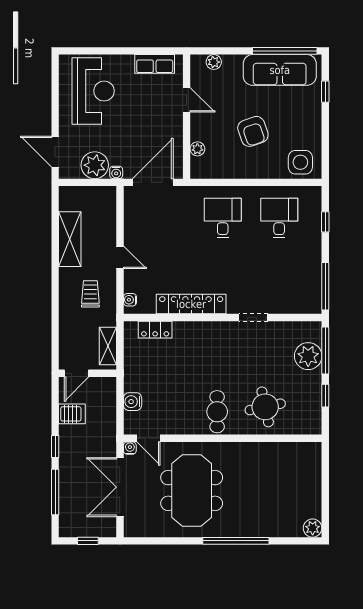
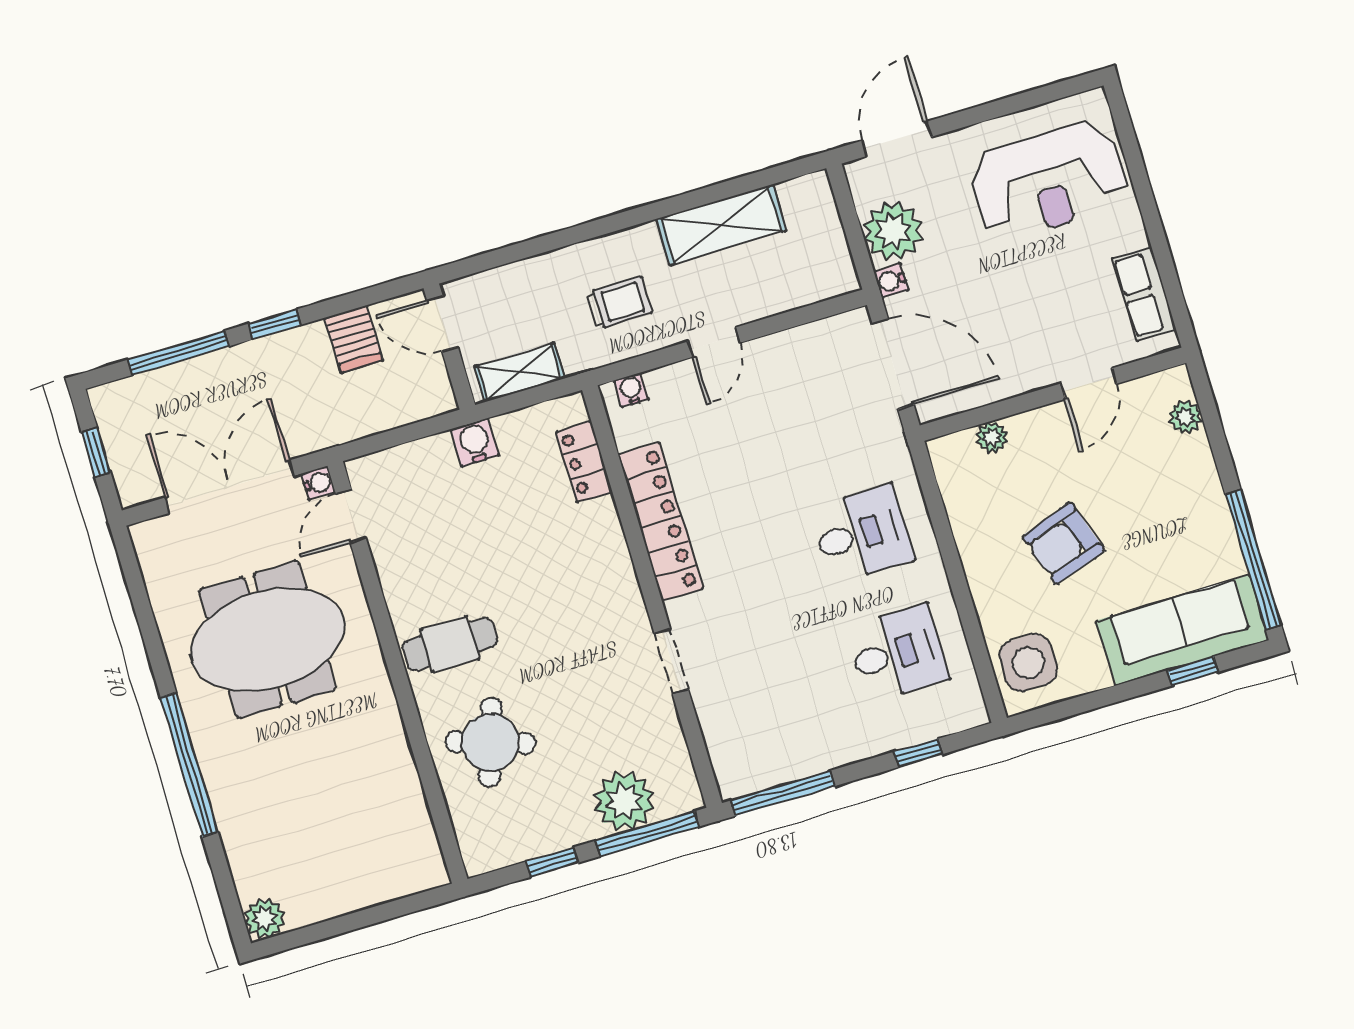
sofa: (280, 70) -> (1182, 630), moved, turned 90
water cooler: (133, 402) -> (475, 442), moved
round table: (265, 407) -> (490, 742), turned 30

